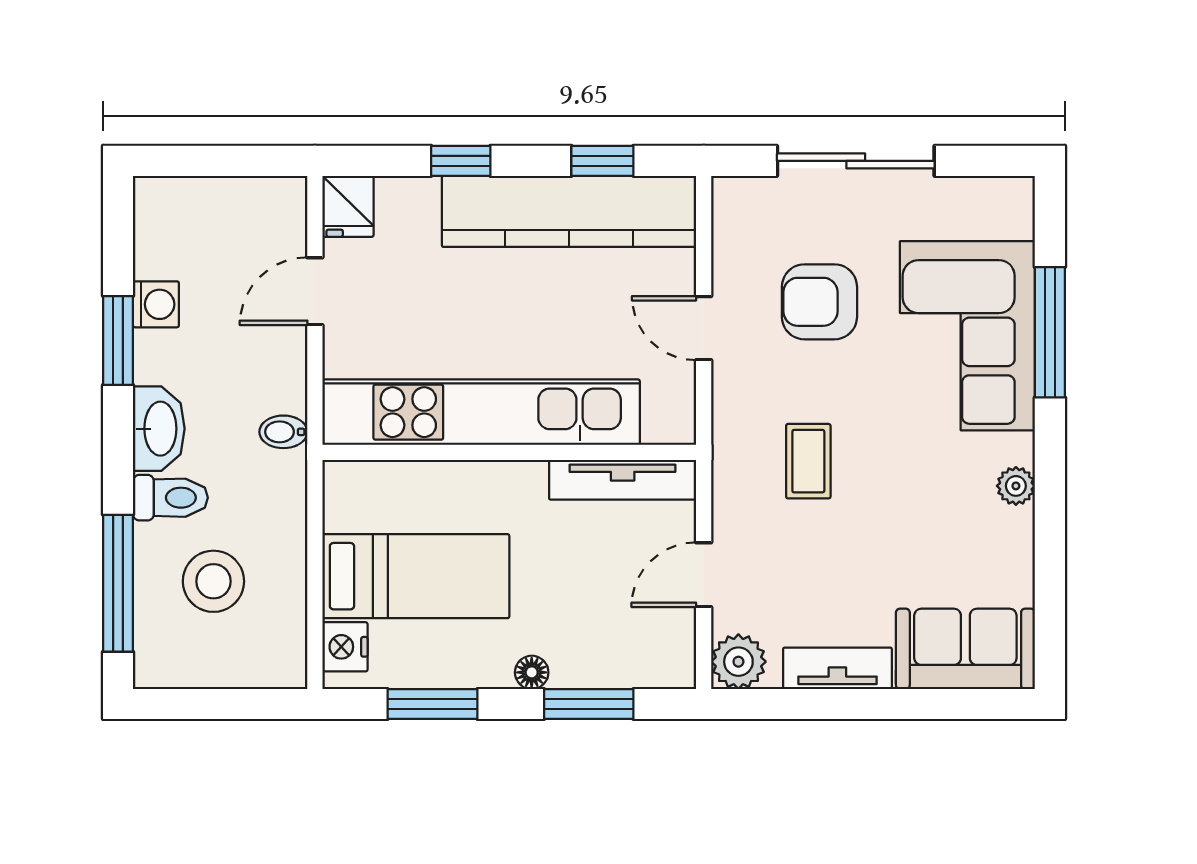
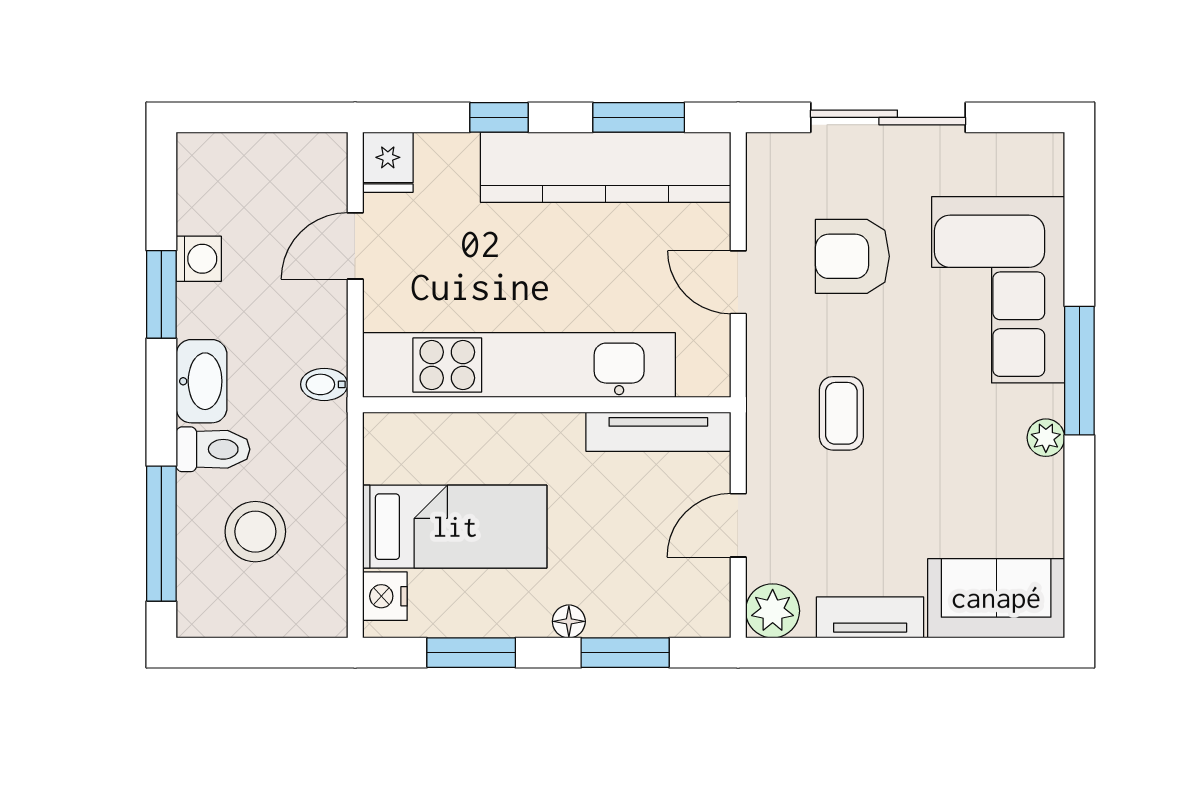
window: (602, 161) -> (639, 117), width x1.50
window: (1050, 332) -> (1079, 371), moved

